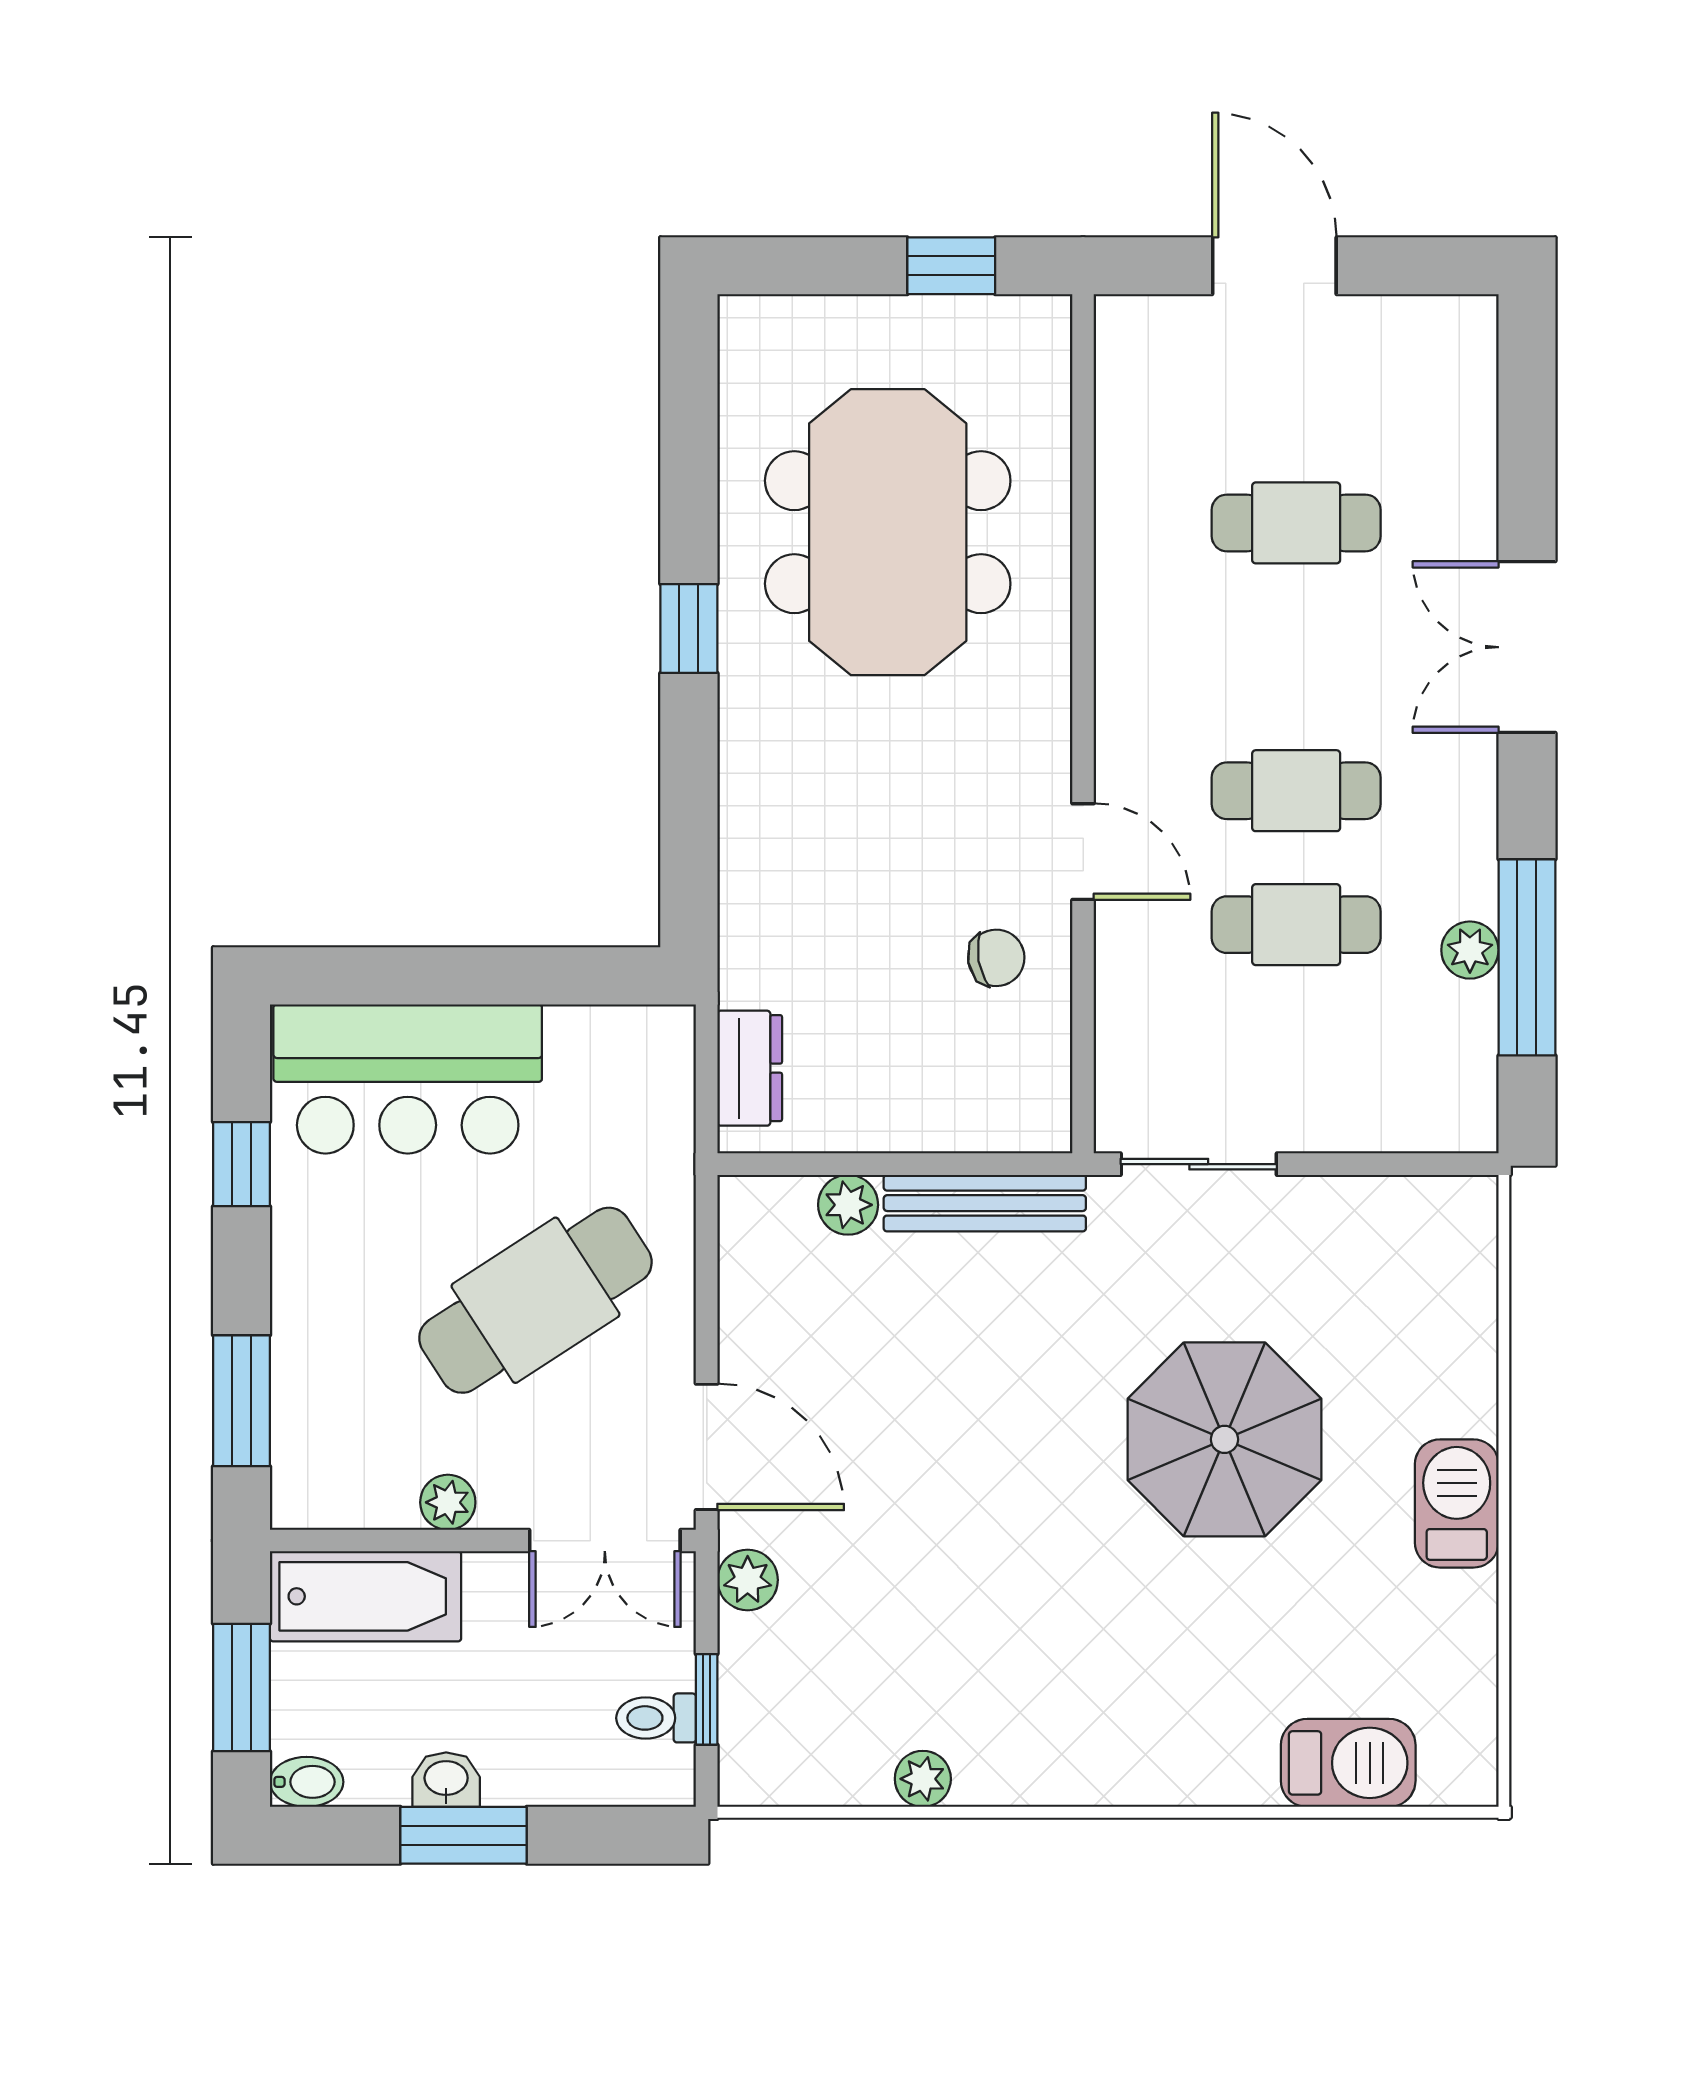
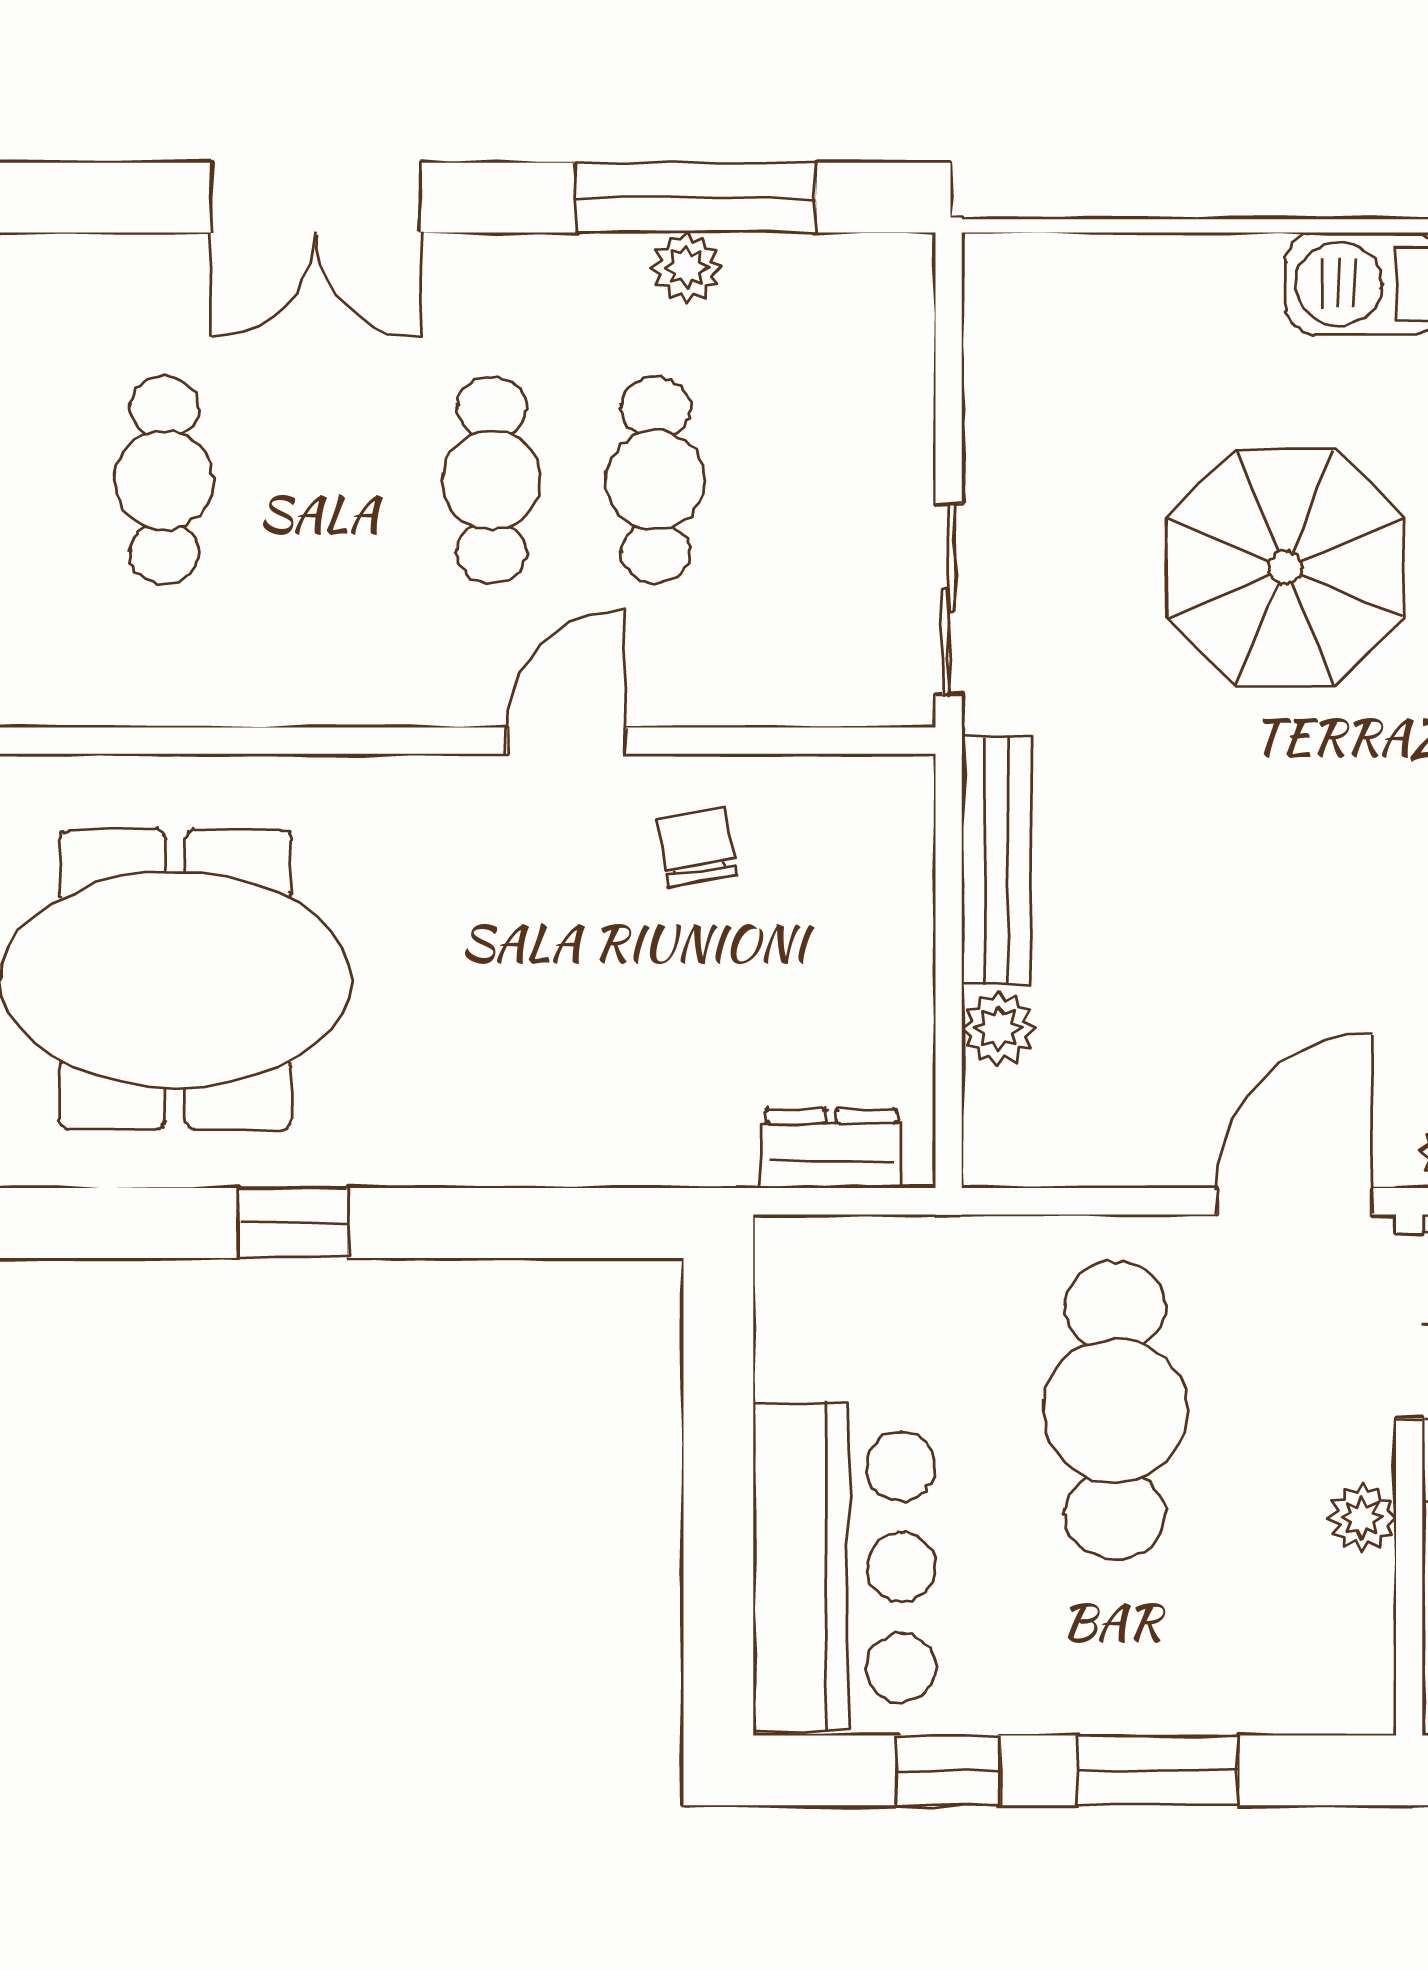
cafe table: (535, 1300) -> (1115, 1411), turned 33
window: (241, 1401) -> (1158, 1770), moved

